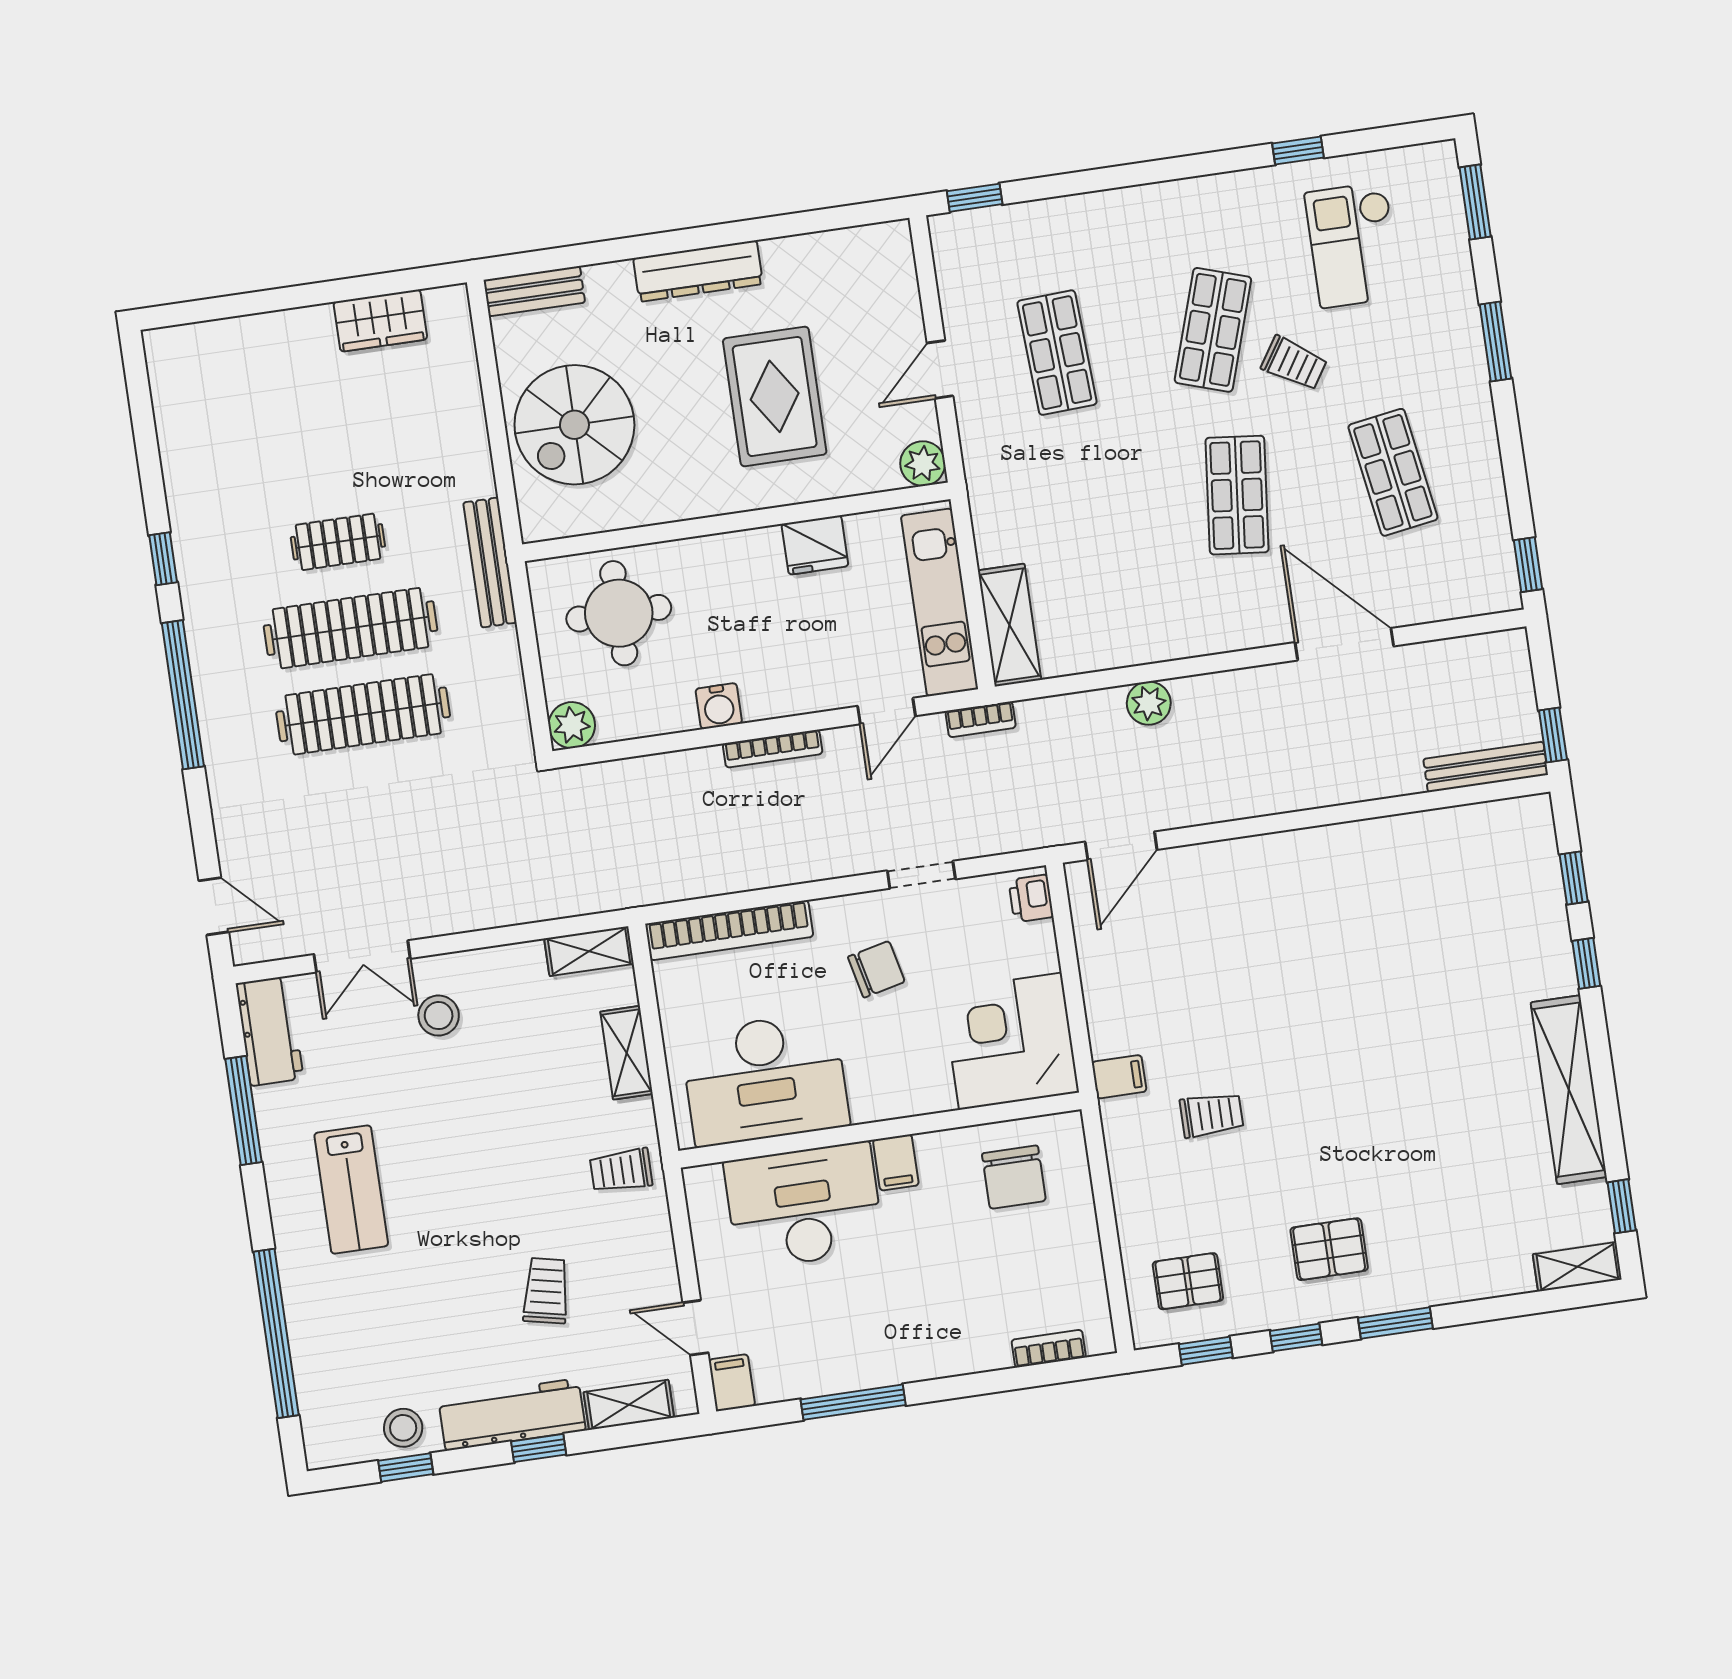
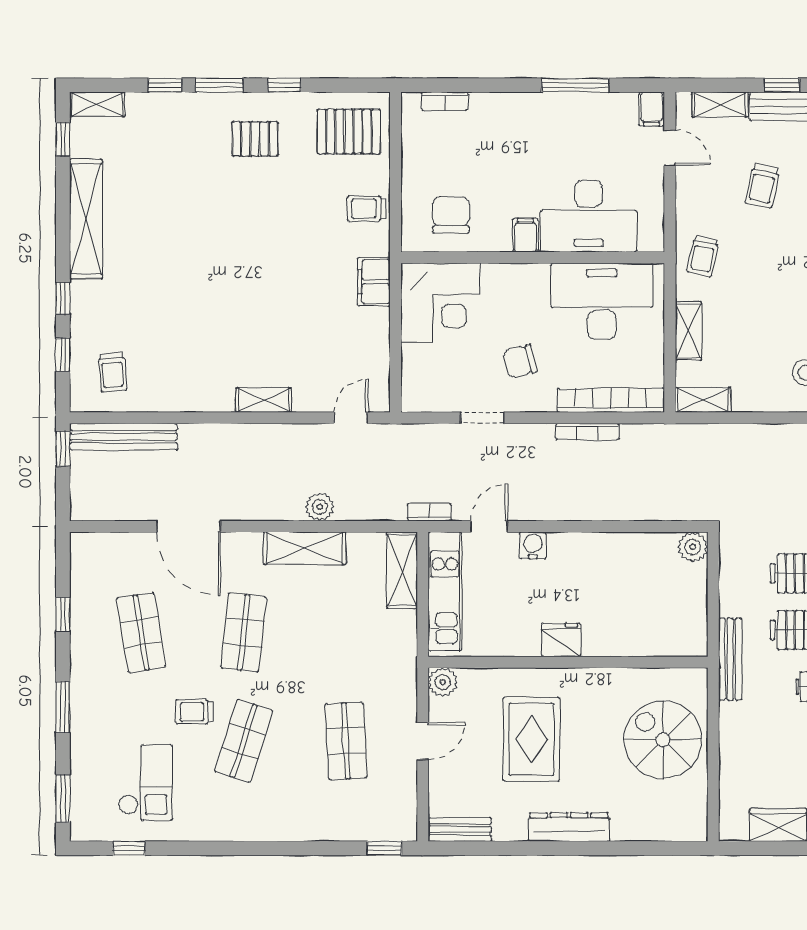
window: (1298, 151) -> (129, 848), moved
bench: (534, 291) -> (460, 829), moved
trolley: (1294, 363) -> (194, 712), turned -33
spiral stairs: (574, 425) -> (663, 740), turned -90
fridge: (815, 545) -> (561, 640), moved
window: (1528, 565) -> (63, 614), moved
round table: (619, 613) -> (652, 614), removed
shelving: (1163, 637) -> (305, 548), added
water cooler: (719, 706) -> (533, 545), moved
bookcase: (773, 749) -> (587, 431), moved, turned 180
bench: (1486, 767) -> (124, 437), width x1.37, depth x1.21
door: (1121, 846) -> (351, 418), width x0.73
shelving: (1258, 853) -> (264, 400), added
trolley: (1494, 862) -> (112, 372), added
printer: (1031, 898) -> (414, 392), removed
filing cabinet: (1119, 1077) -> (374, 282), width x2.00
trolley: (1212, 1115) -> (367, 209), moved
trolley: (621, 1170) -> (703, 256), turned 102
pallet: (1188, 1281) -> (349, 132), width x1.50, depth x1.42
window: (1206, 1351) -> (165, 85), moved

